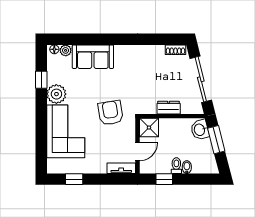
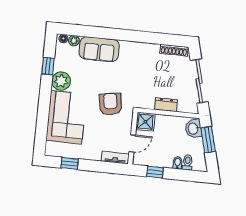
shoe rack: (175, 50) -> (174, 50), width x1.43
toilet: (176, 166) -> (188, 162), moved

